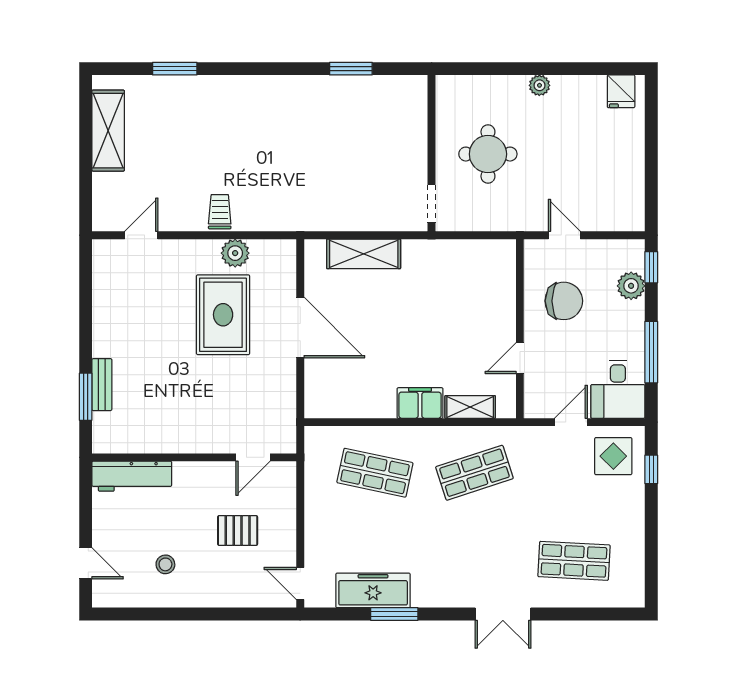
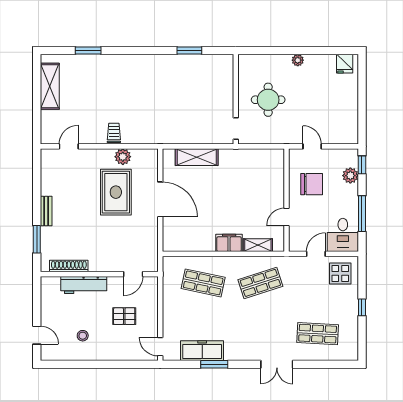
bench: (102, 385) -> (46, 211), moved
shoe rack: (141, 443) -> (69, 266), added
window: (651, 469) -> (362, 307), moved
workbench: (132, 476) -> (84, 285), moved

